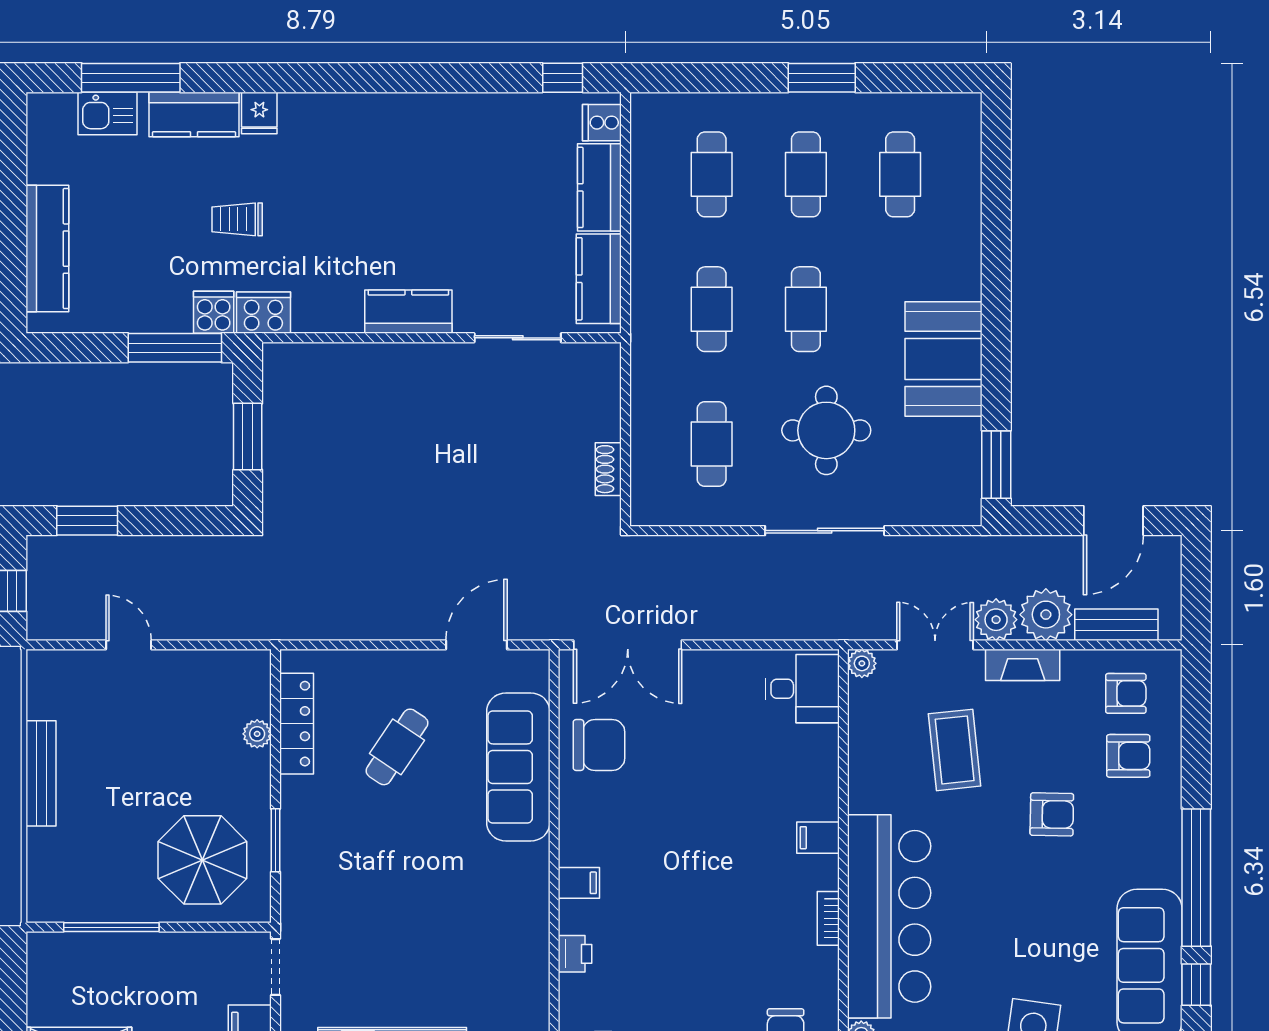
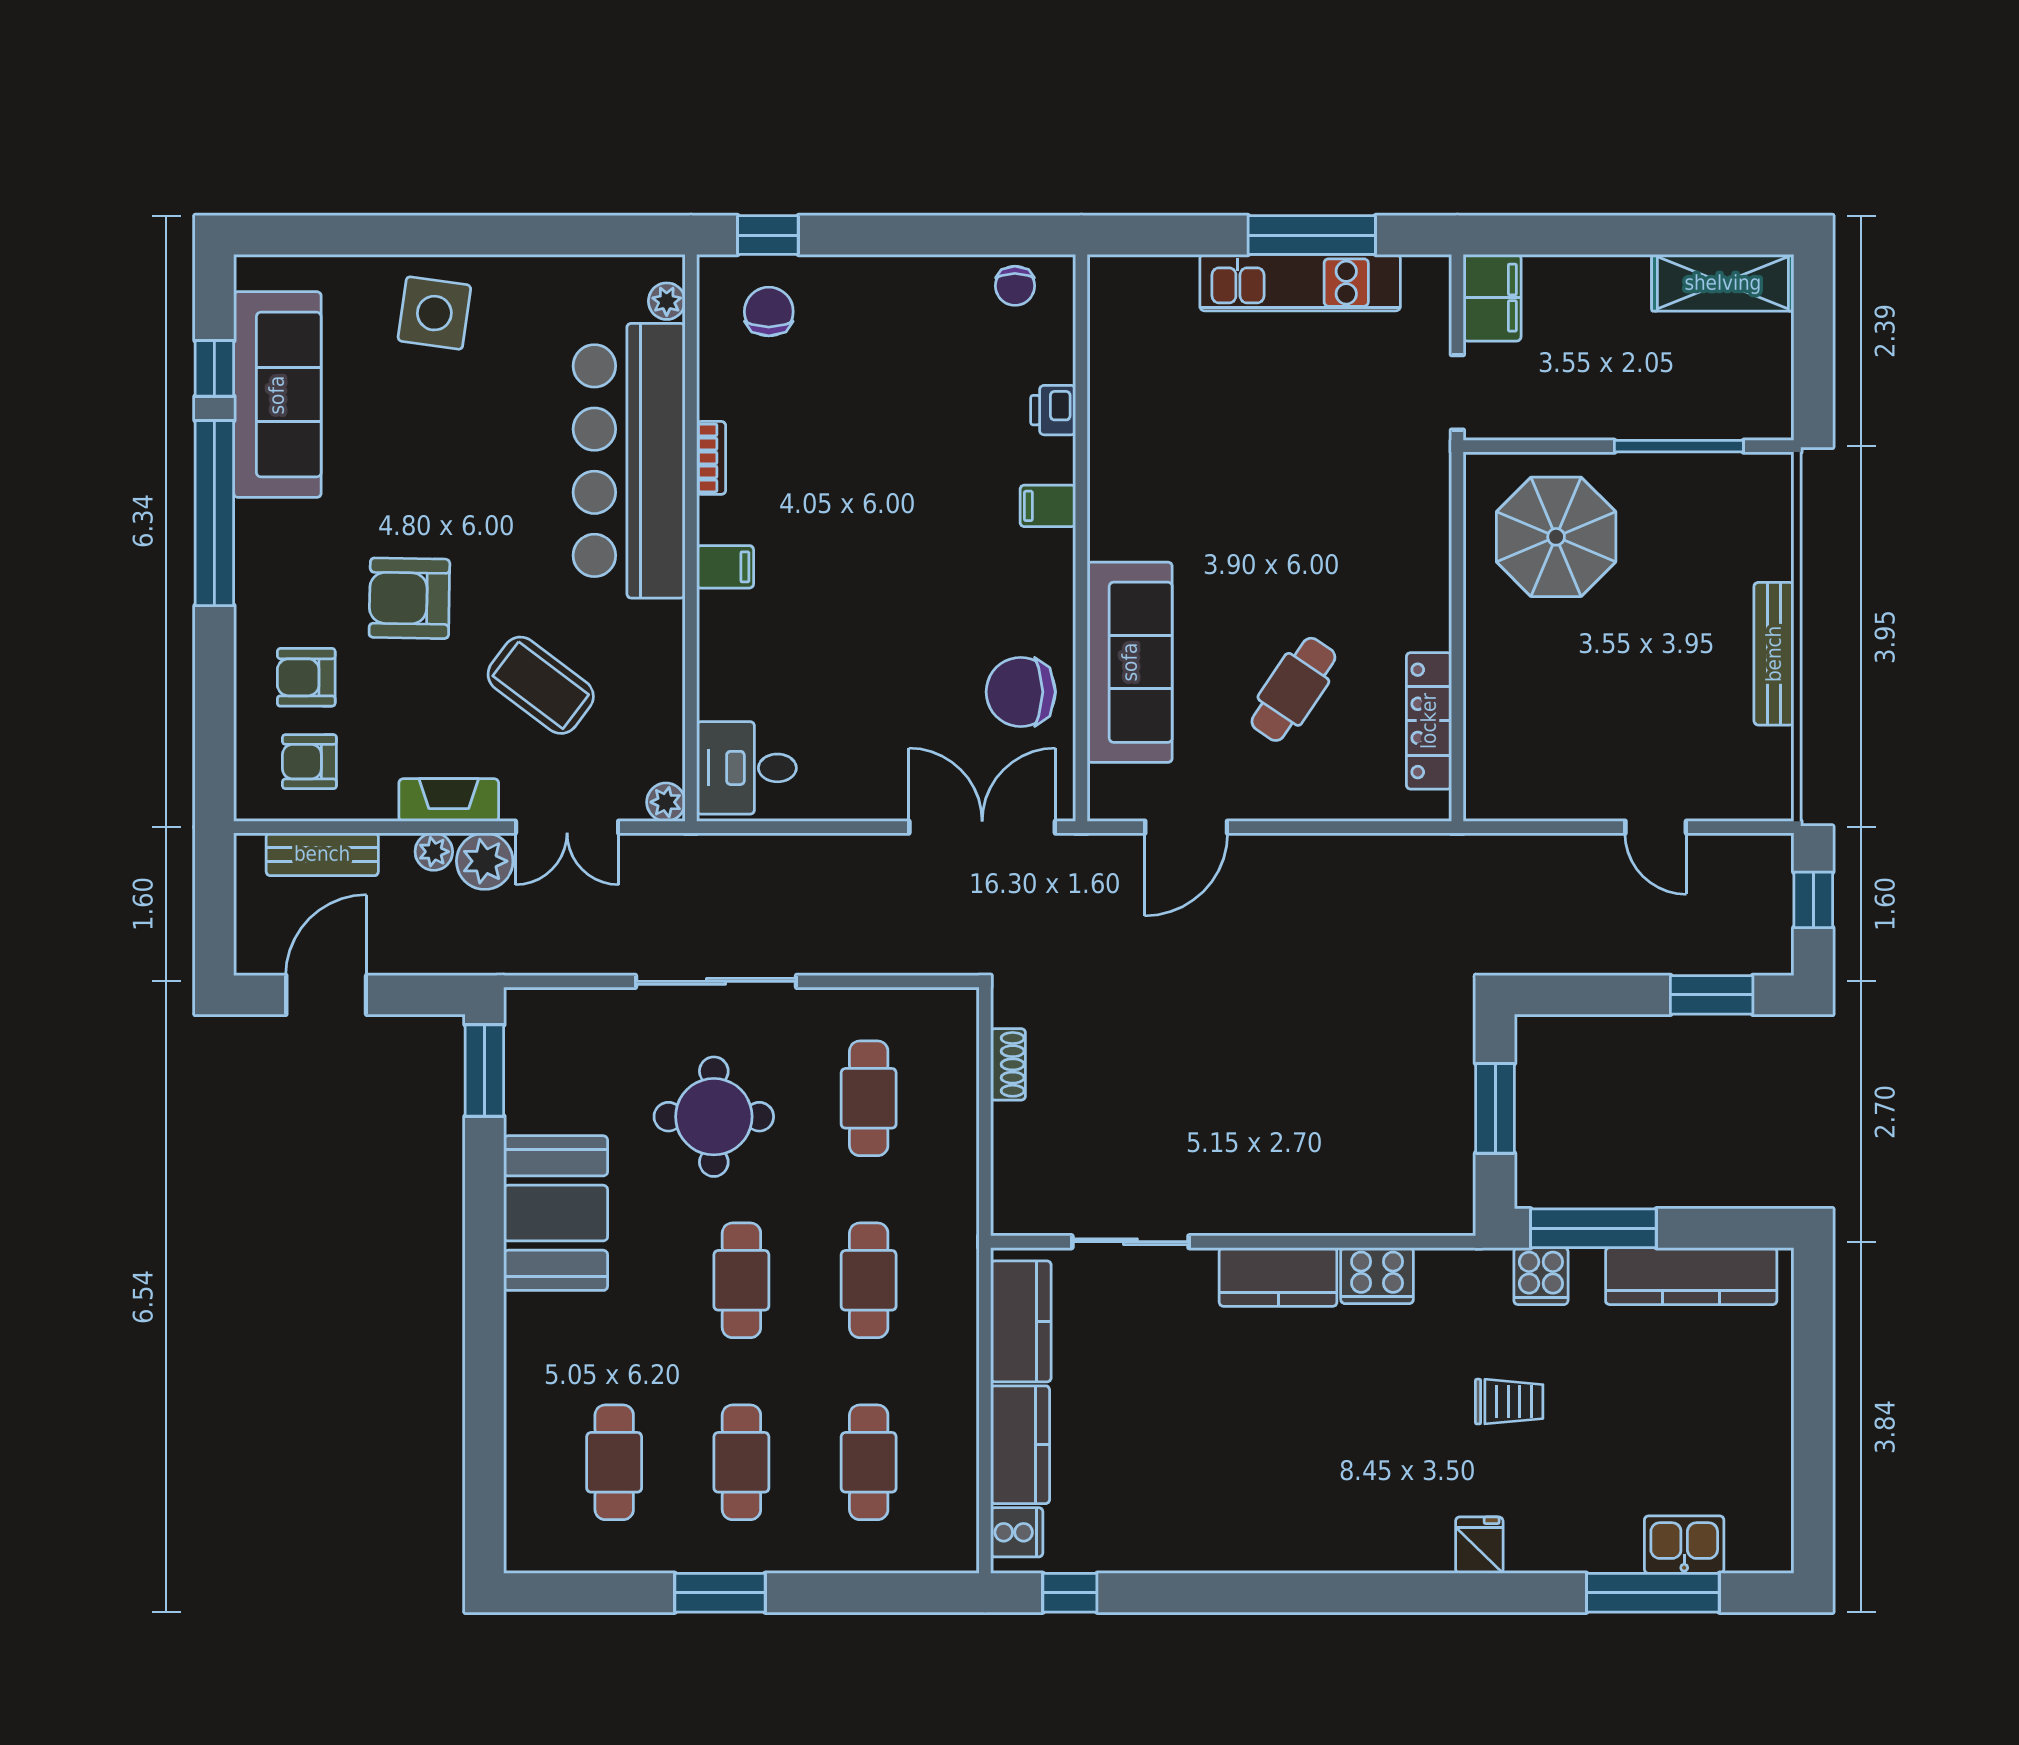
kitchen counter: (194, 114) -> (1567, 1543), removed
kitchen counter: (47, 249) -> (1691, 1276), moved, turned -90
cooker: (263, 313) -> (1377, 1276), moved
plant: (1046, 615) -> (434, 852), width x0.53, depth x0.53
plant: (257, 734) -> (1482, 707), removed
coffee table: (955, 750) -> (541, 685), turned -47
armchair: (1052, 814) -> (409, 598), width x1.38, depth x1.38
window: (276, 840) -> (1457, 563), removed

